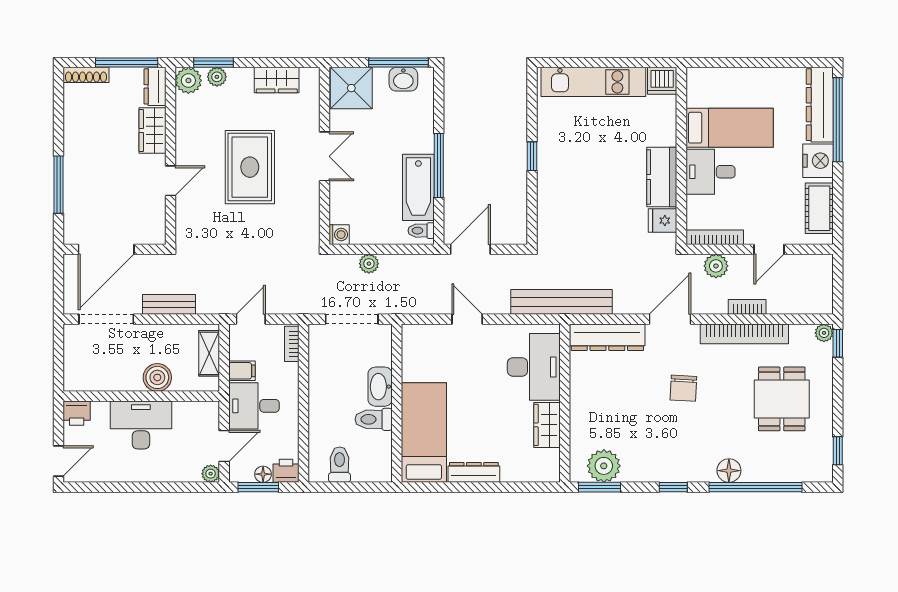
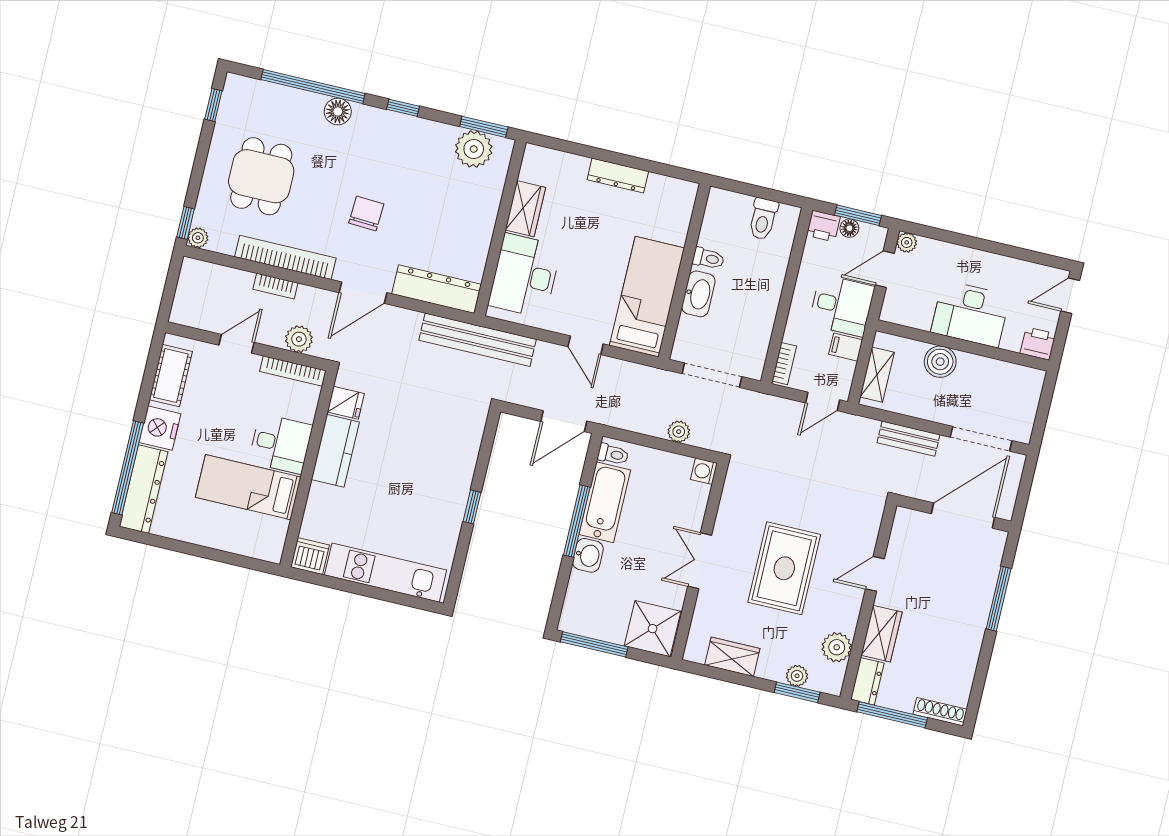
washbasin: (403, 79) -> (588, 555), moved, turned 90
plant: (188, 80) -> (837, 647), moved
toilet: (374, 419) -> (708, 258), width x0.73, depth x0.72
bed: (424, 433) -> (647, 297), moved, turned 180

